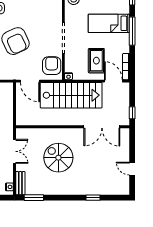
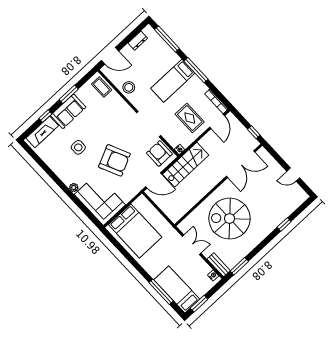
door: (113, 81) -> (217, 121), swing flipped
stairs: (71, 95) -> (186, 165), width x0.73, depth x0.66
spiral stairs: (58, 158) -> (230, 219), width x1.37, depth x1.37

